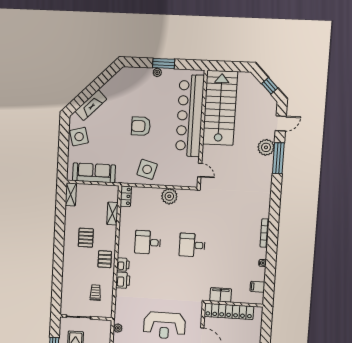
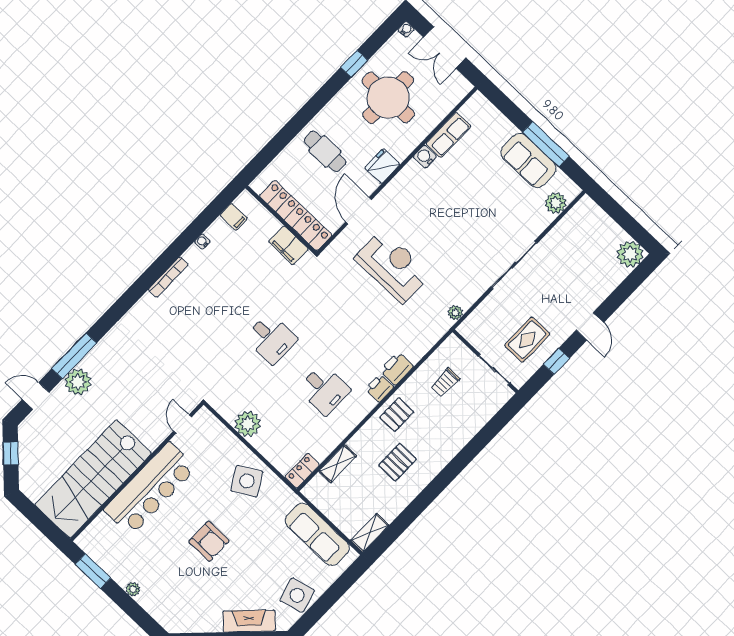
window: (164, 63) -> (93, 571), moved
bar counter: (190, 116) -> (150, 489), width x0.73
side table: (147, 169) -> (247, 481), turned 45

